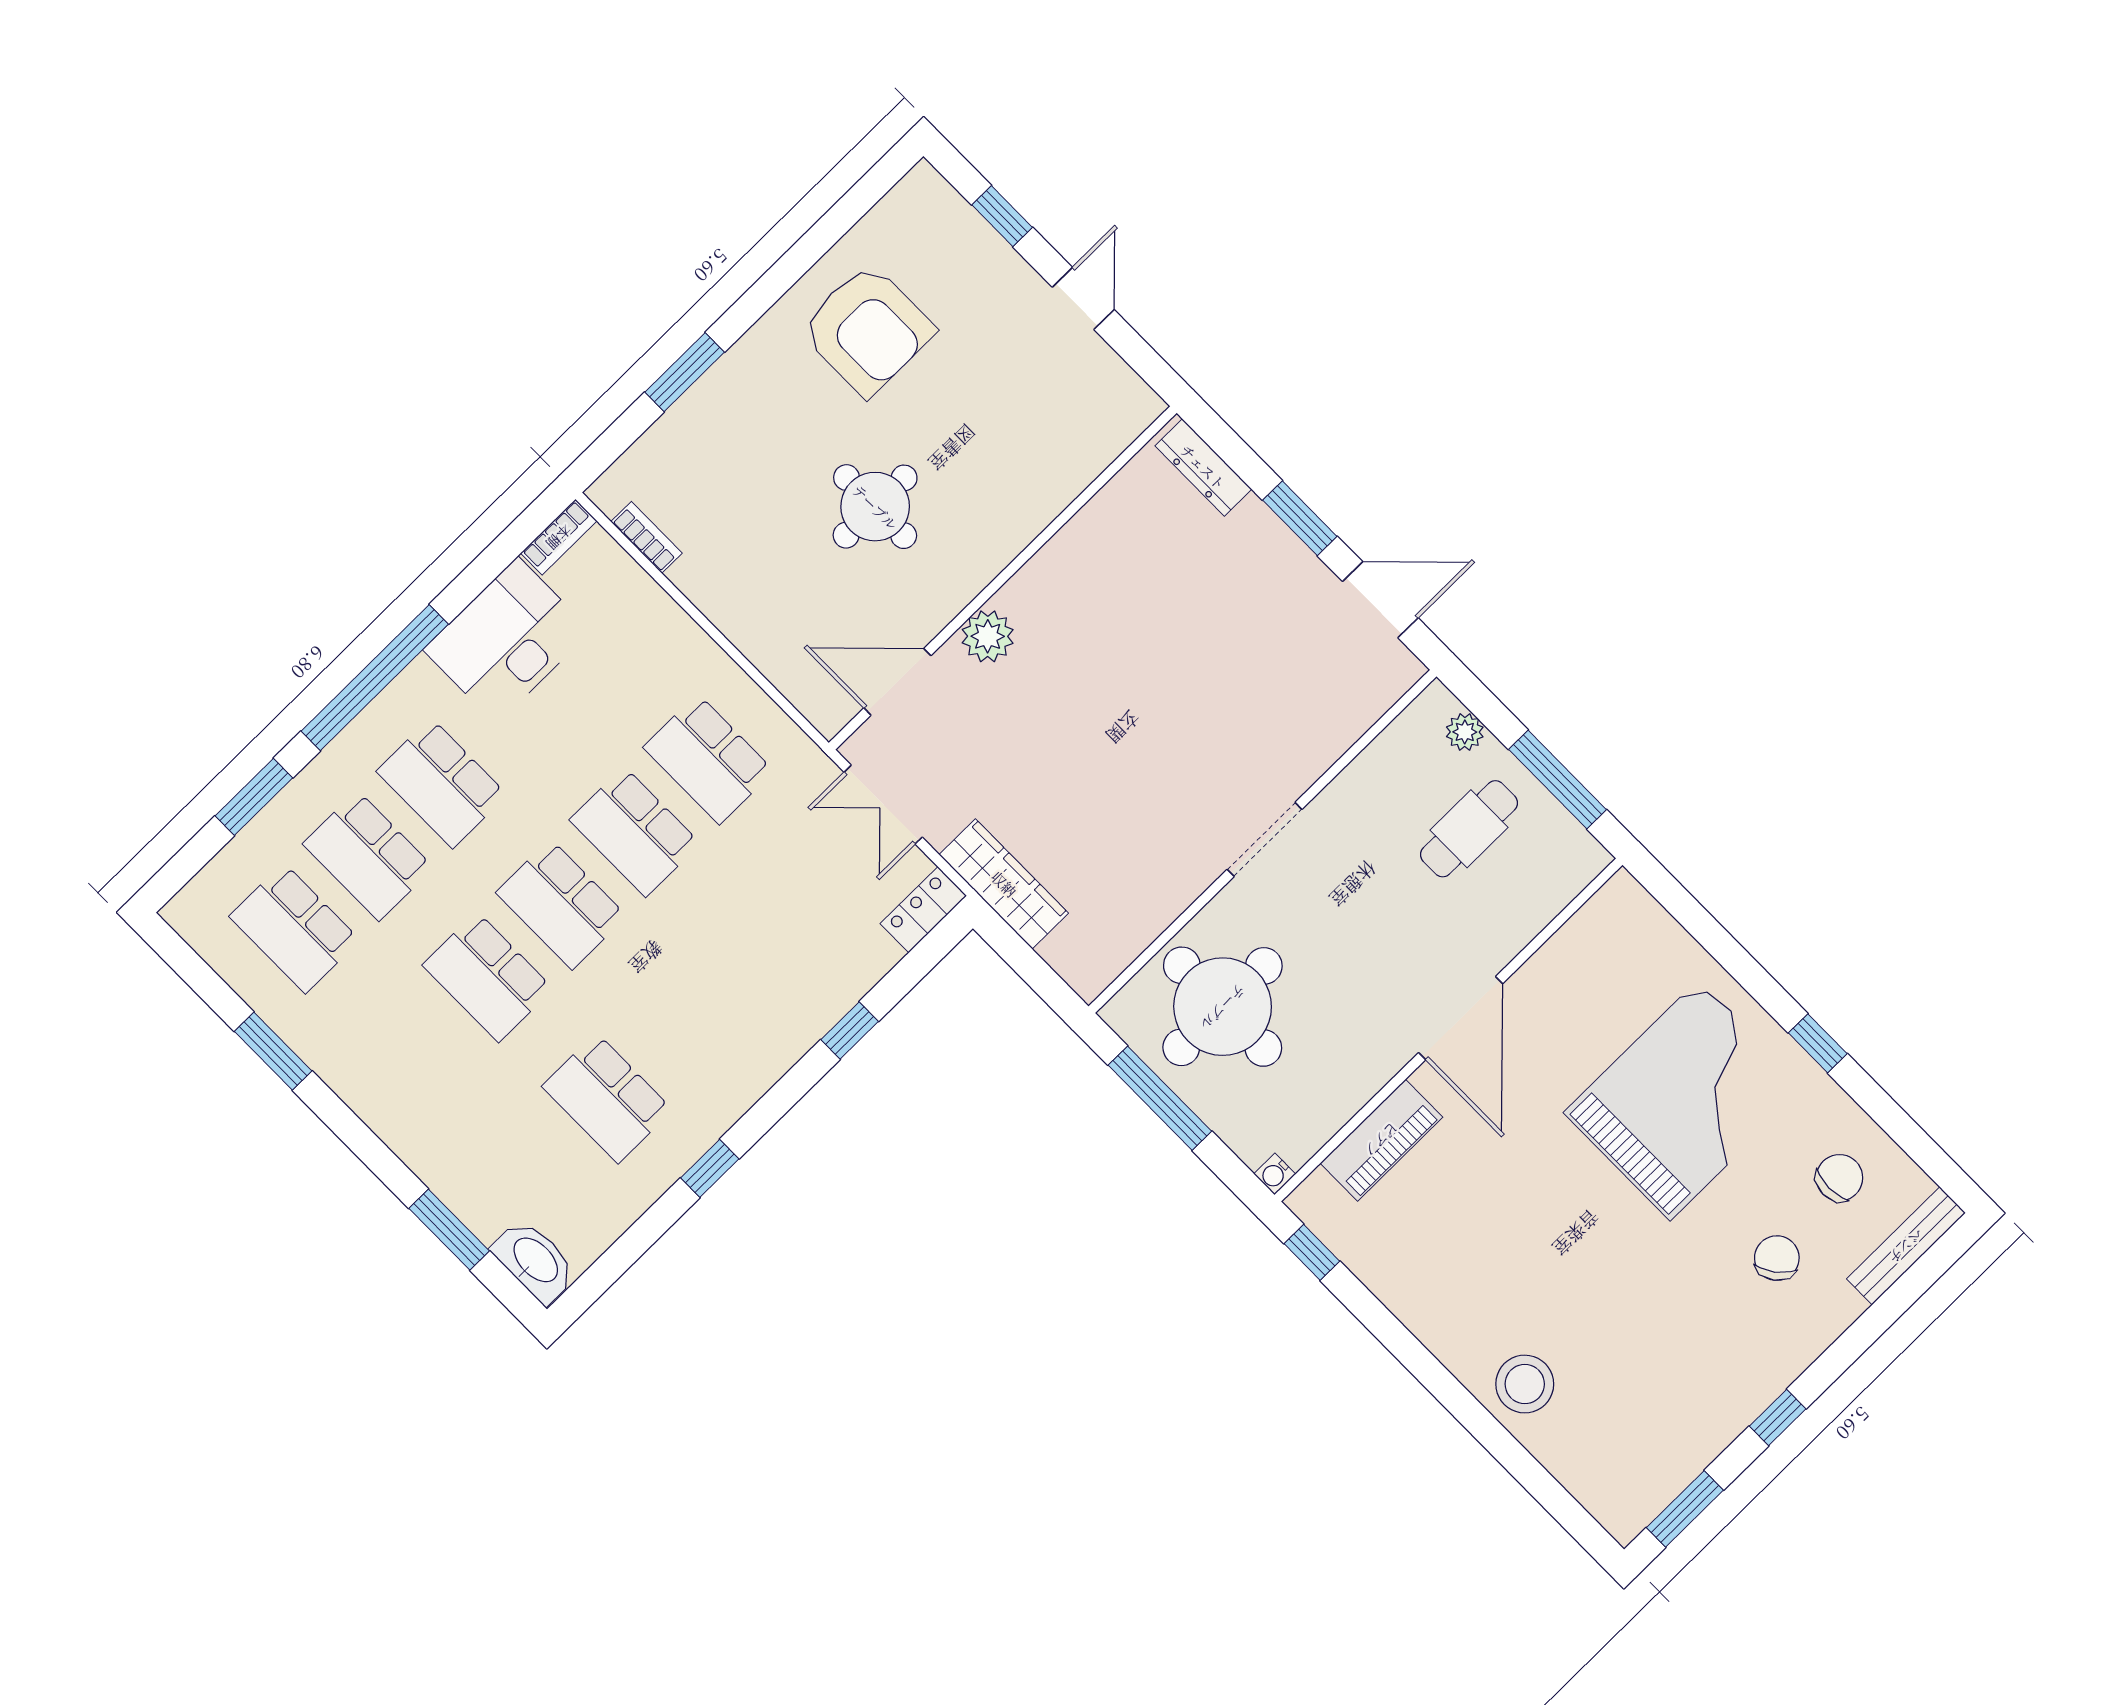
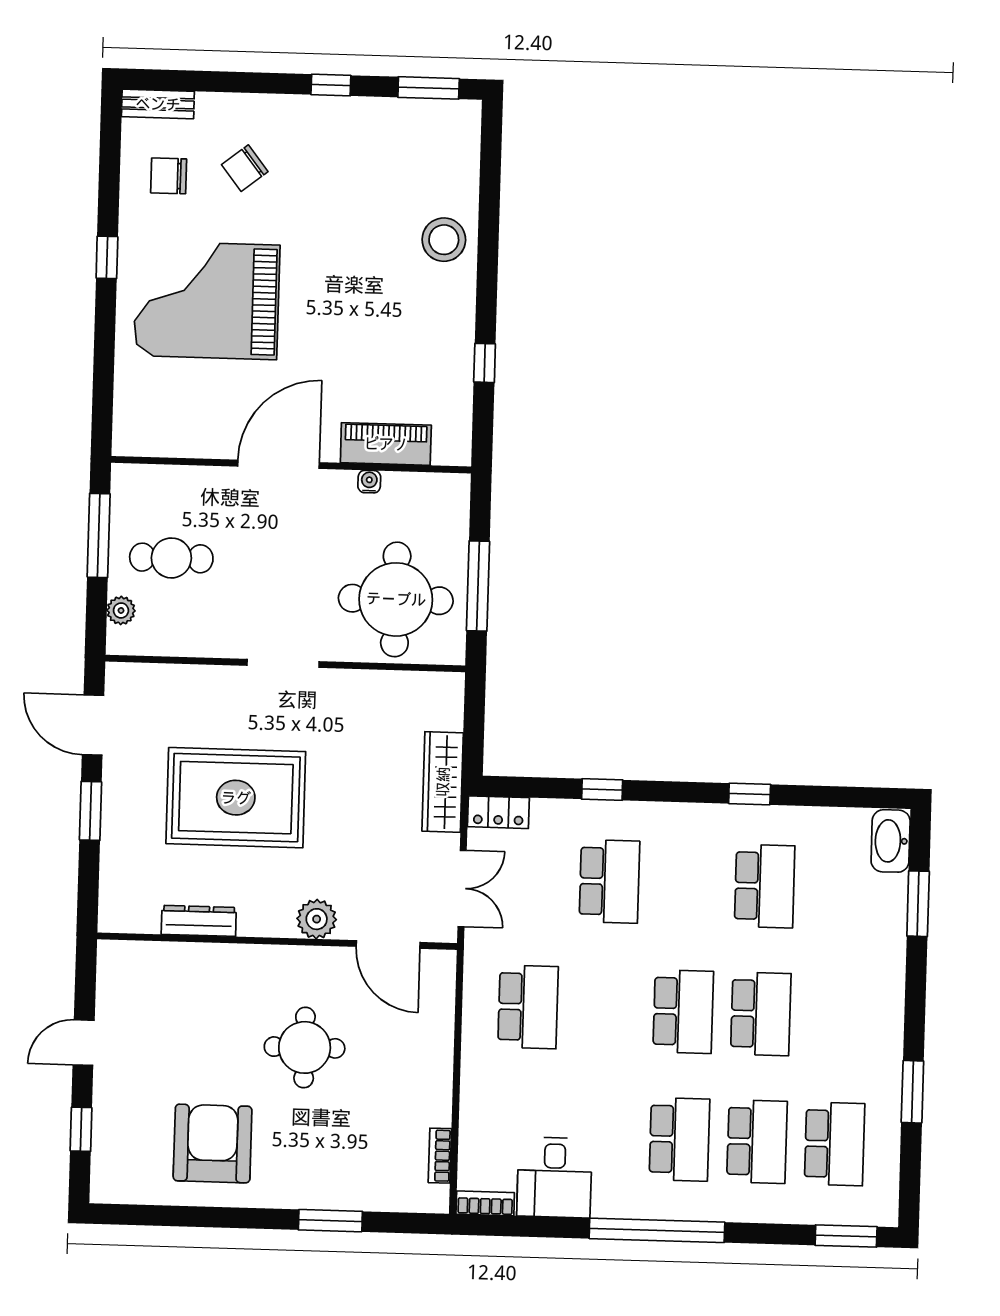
dresser: (1203, 467) -> (199, 921), moved, turned -90
desk: (507, 640) -> (554, 1177), width x0.73
rug: (1179, 670) -> (236, 798), added
window: (254, 797) -> (846, 1236), moved
school desk: (635, 832) -> (609, 881), moved
water cooler: (1275, 1174) -> (369, 482), moved, turned -90
bench: (1906, 1246) -> (158, 104), width x0.73
window: (1312, 1252) -> (485, 363), moved

